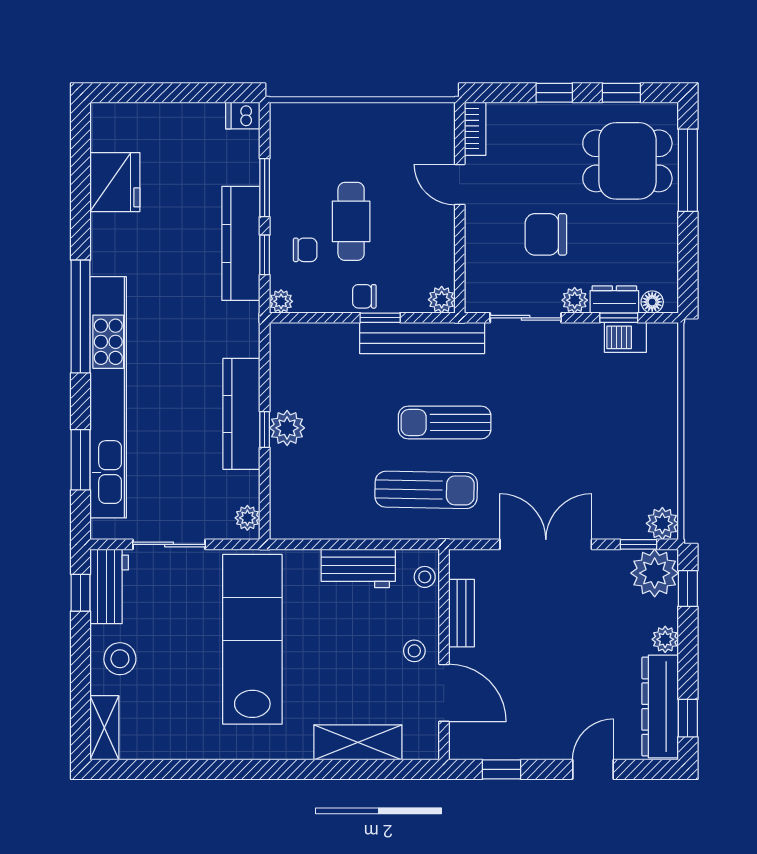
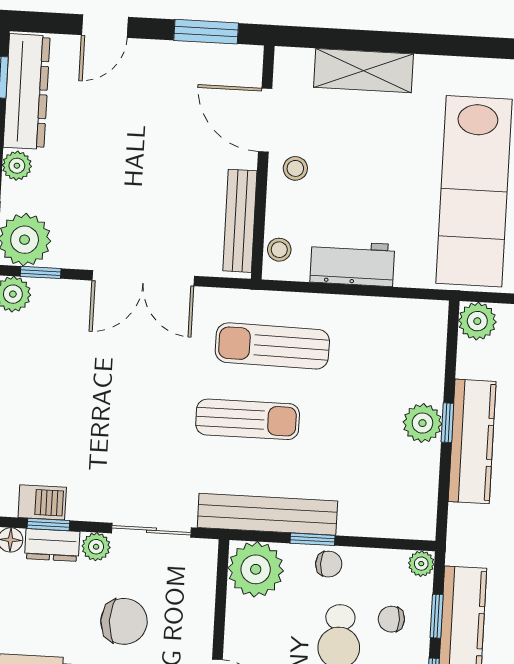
plant: (442, 300) -> (256, 569), width x1.88, depth x1.88
plant: (247, 518) -> (477, 321), width x1.38, depth x1.38
bench: (462, 613) -> (240, 221), width x1.36
window: (502, 769) -> (206, 32), width x1.50

